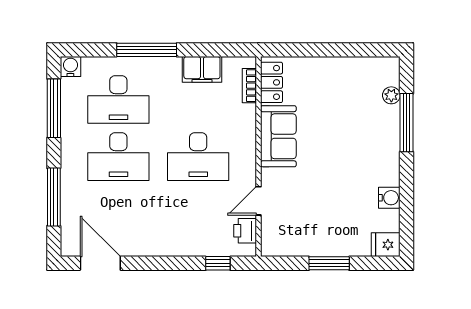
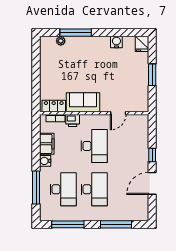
window: (147, 50) -> (36, 187), moved
water cooler: (70, 67) -> (45, 161), moved
door: (258, 201) -> (118, 113), hinge flipped
printer: (245, 231) -> (73, 120), moved
door: (100, 263) -> (152, 183), moved
window: (218, 263) -> (152, 155), moved

